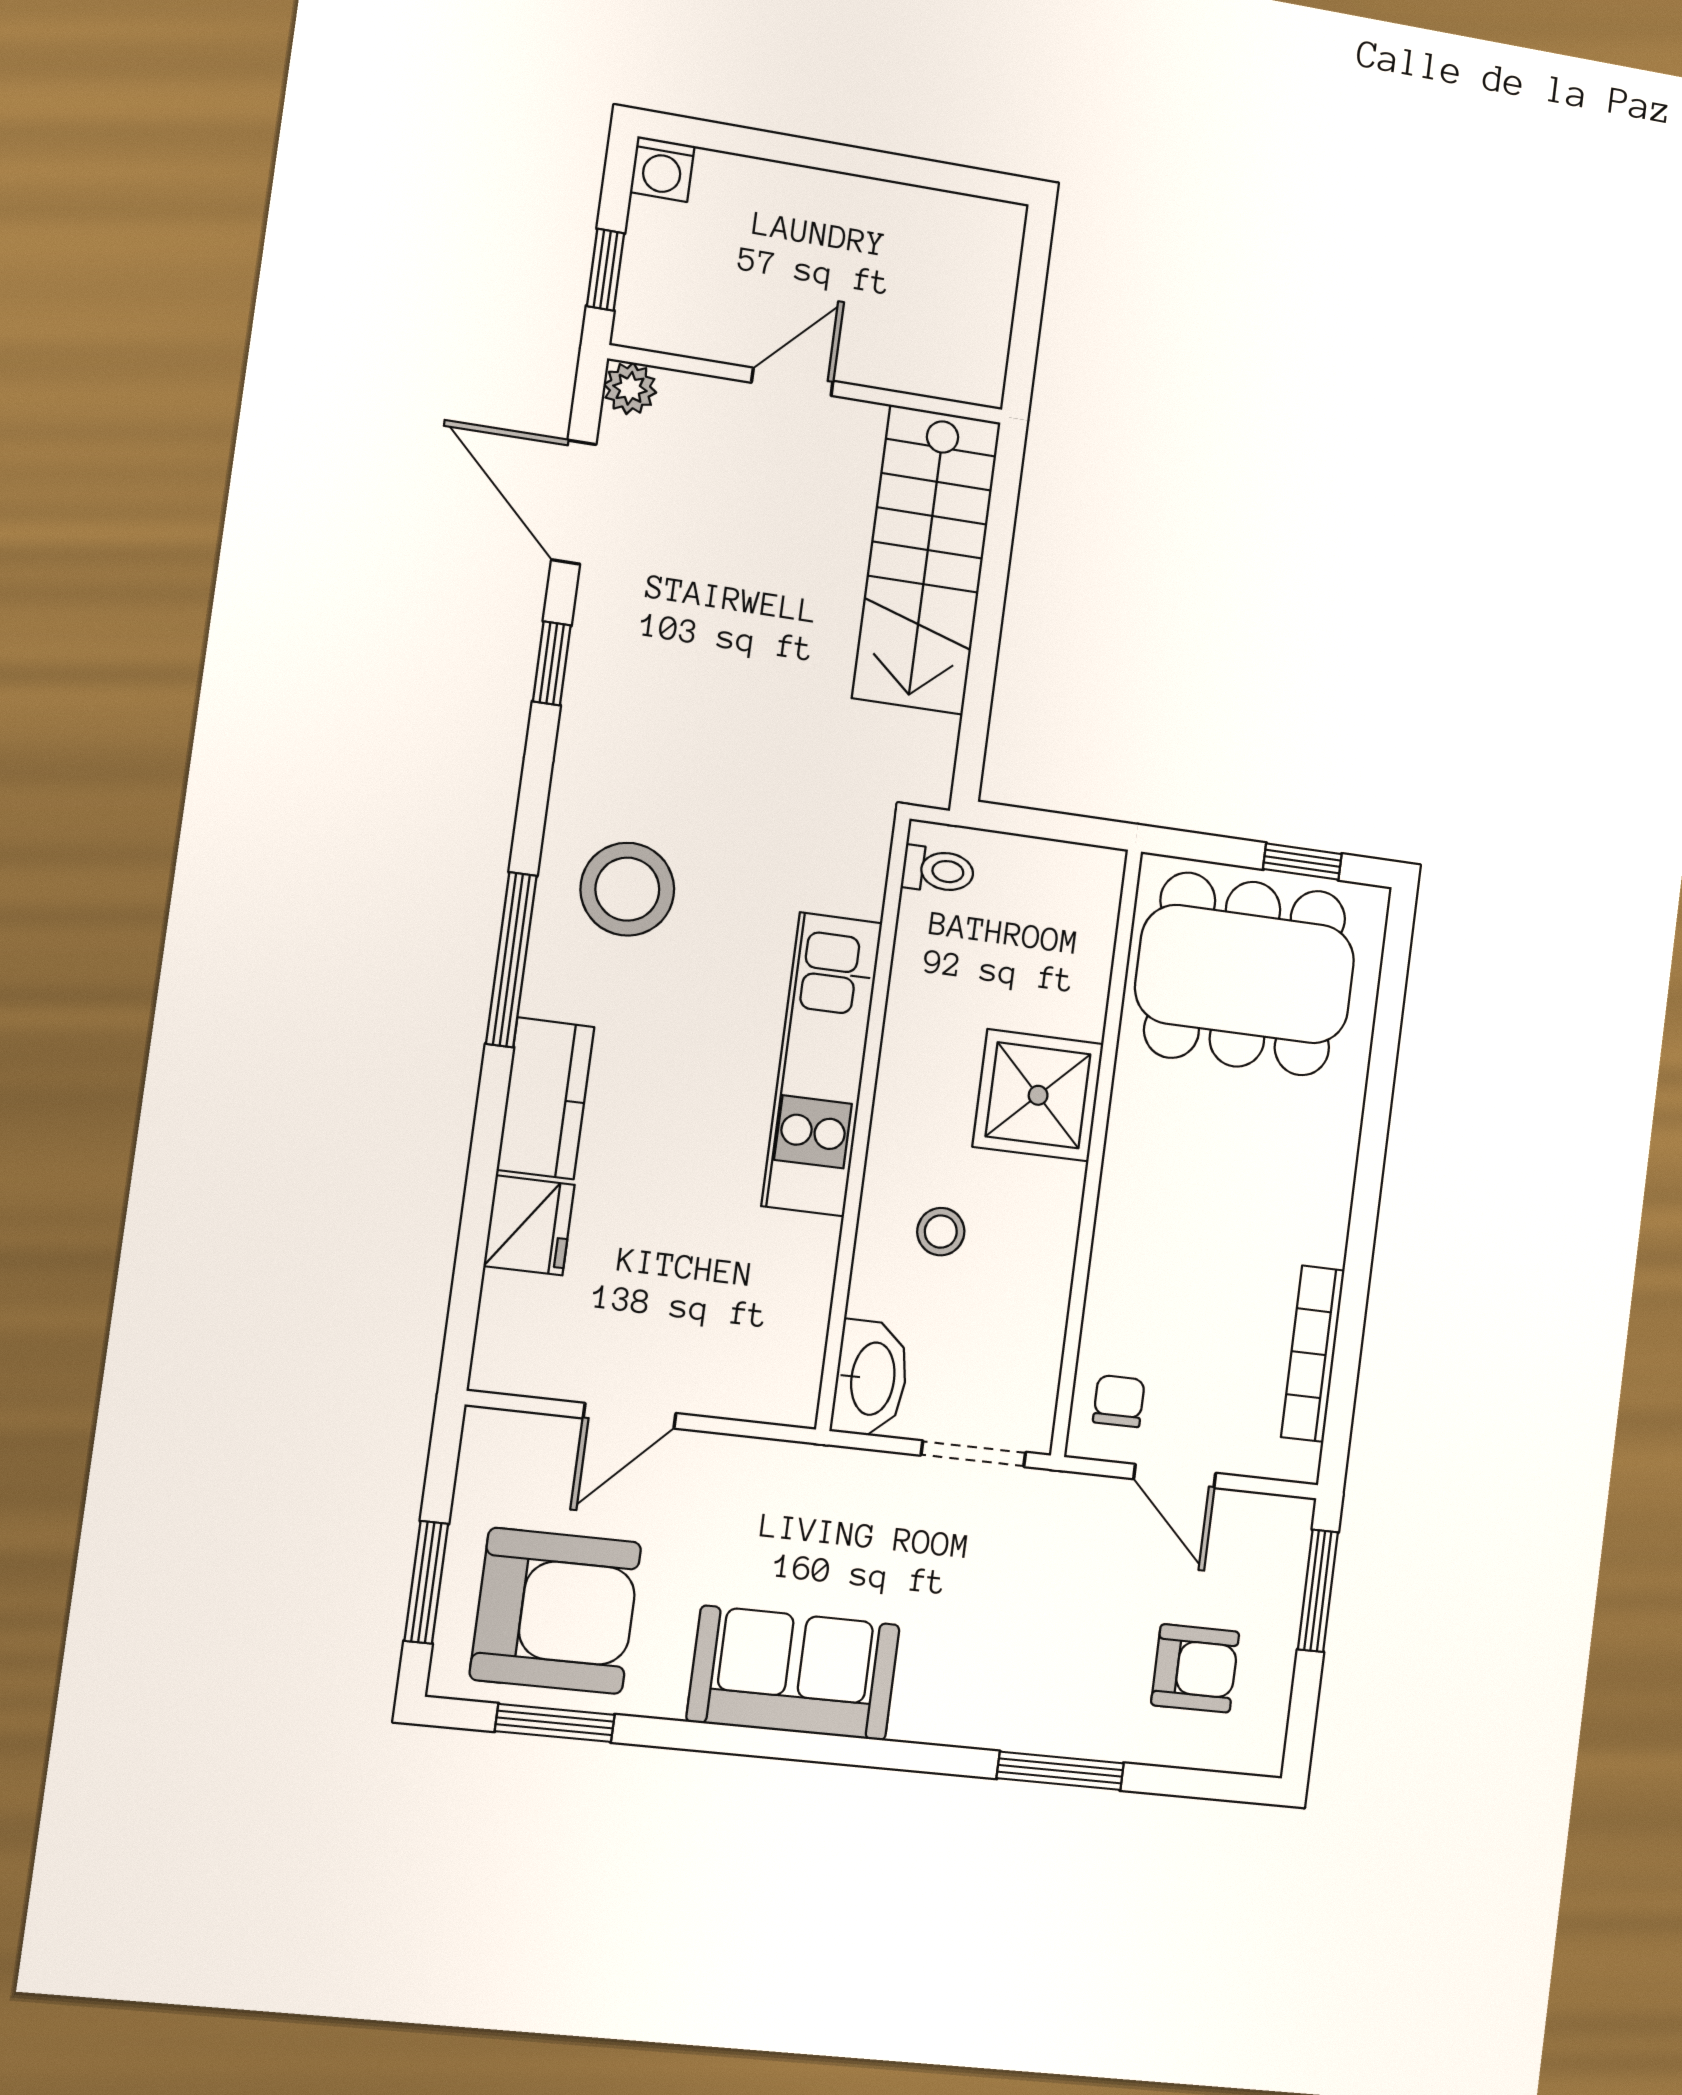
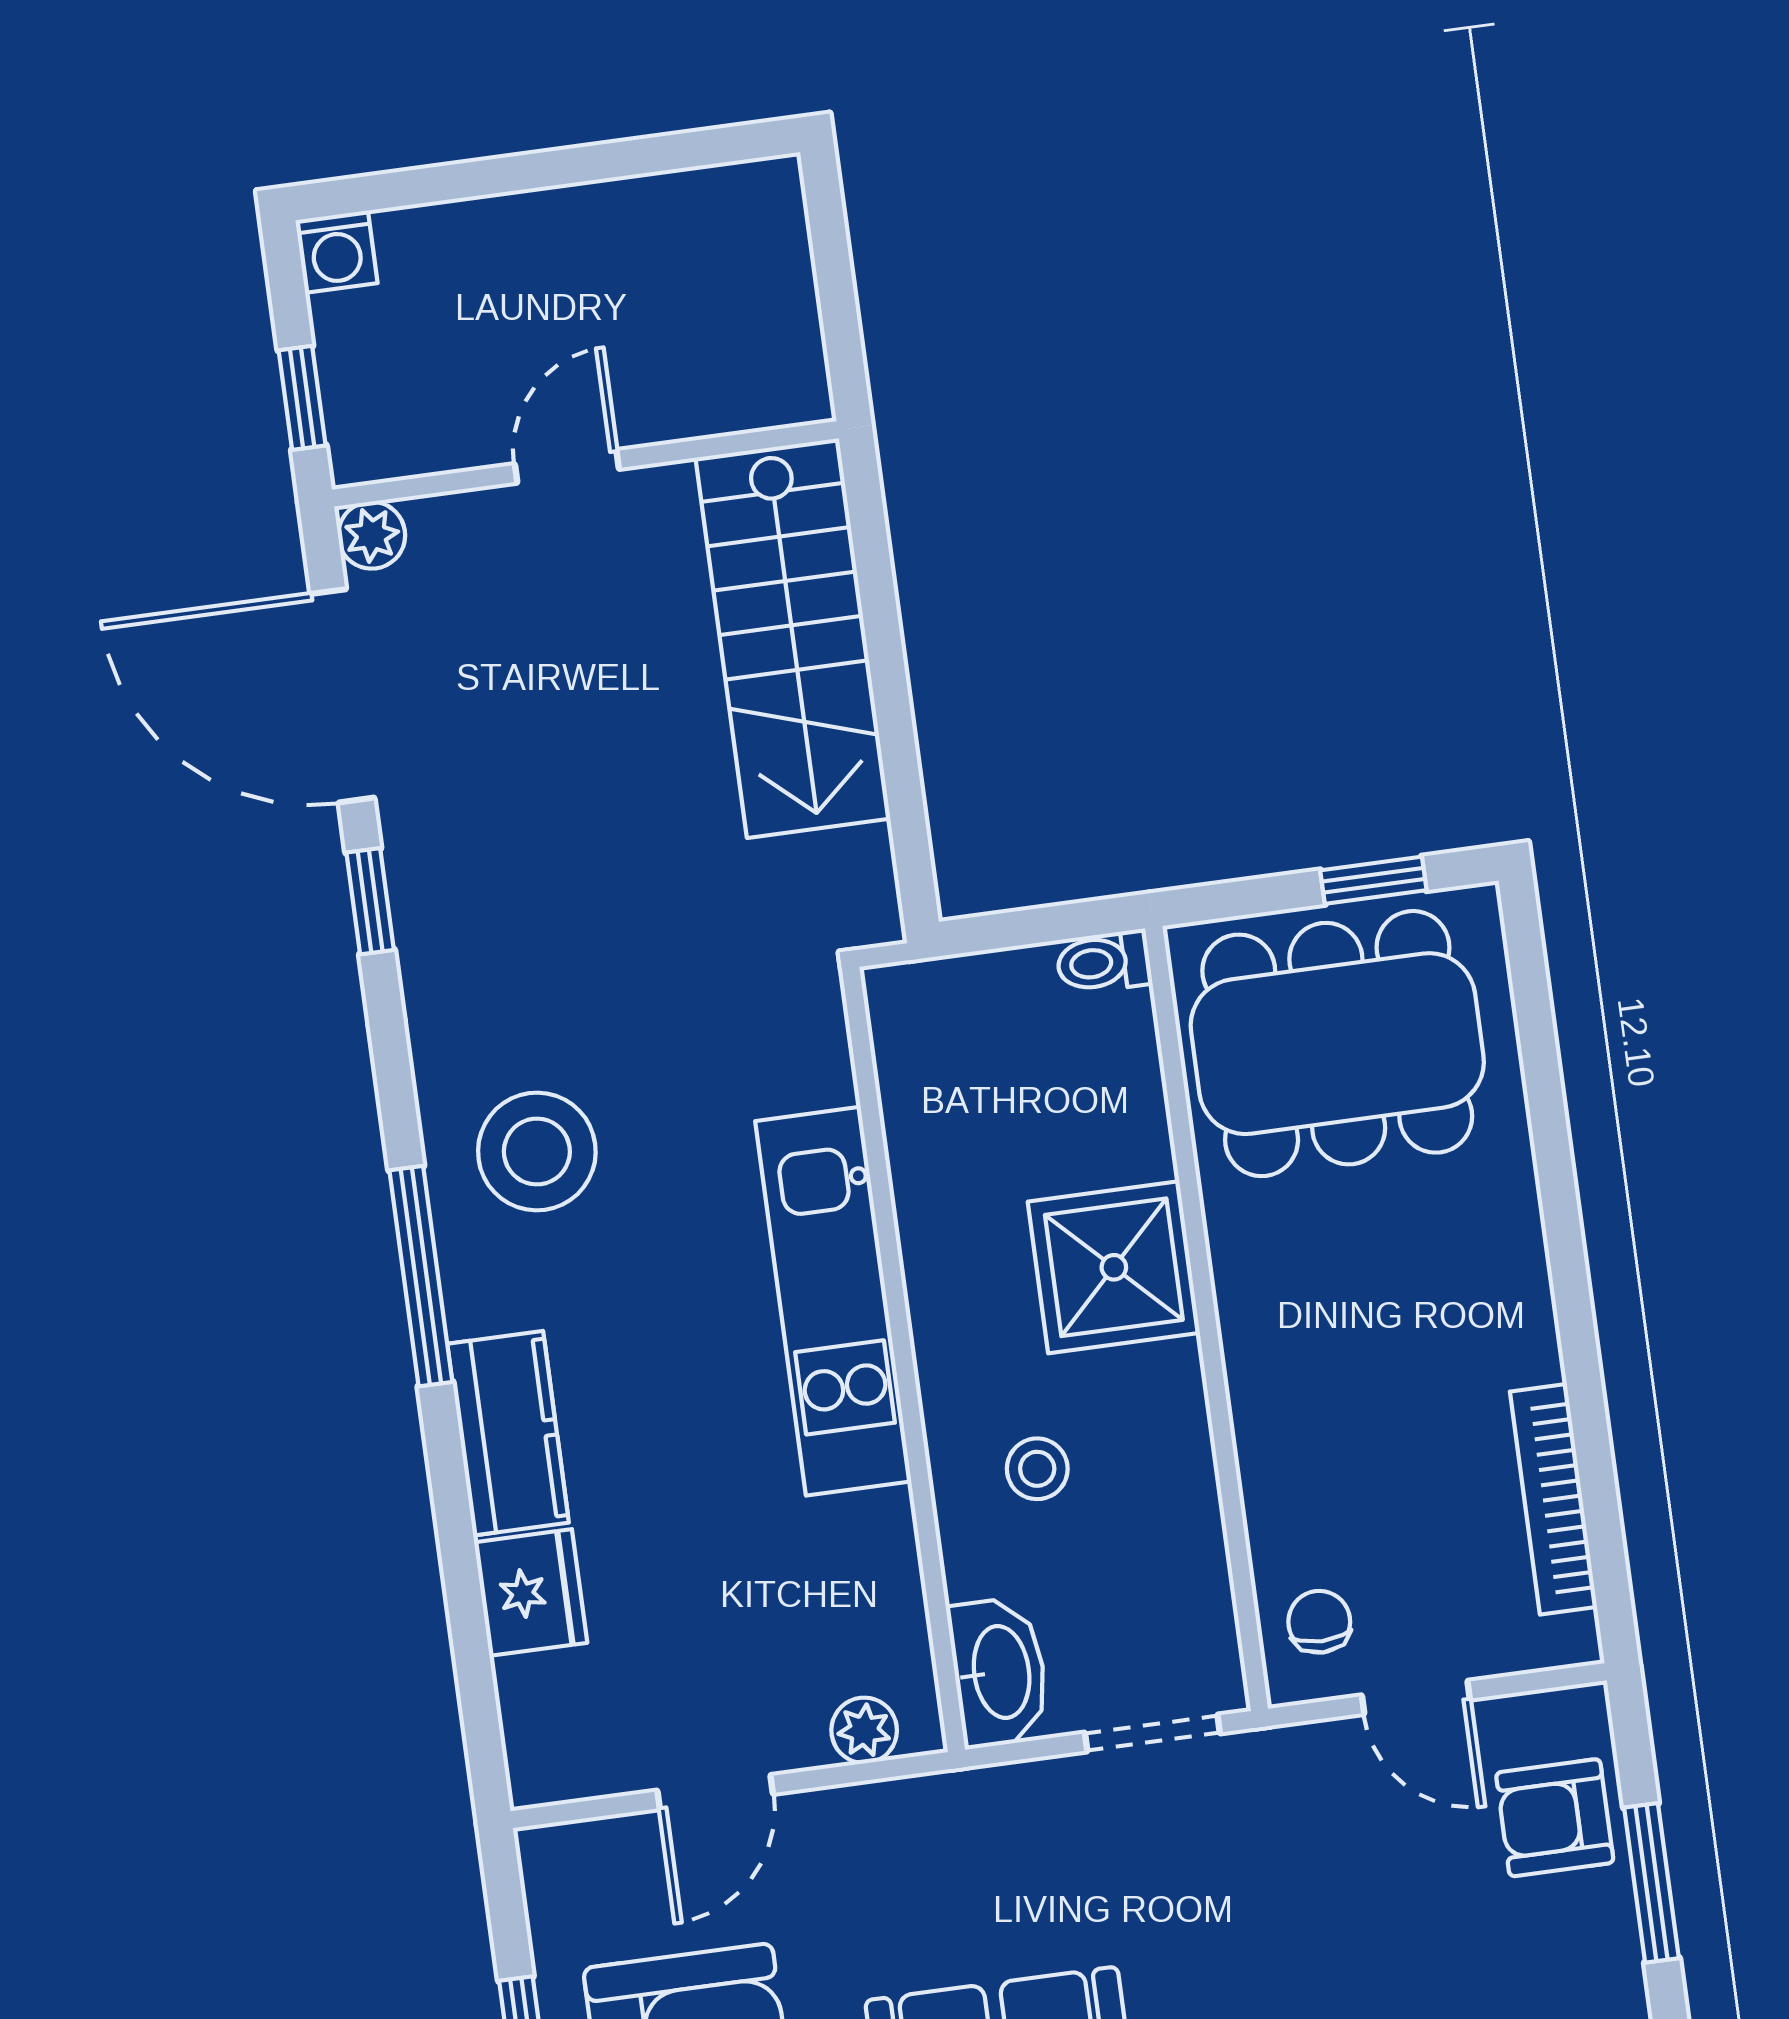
door: (574, 502) -> (342, 696), width x1.36
toilet: (938, 870) -> (1104, 962), moved, turned 180
plant: (757, 1397) -> (864, 1730), added
window: (1318, 1591) -> (1652, 1883), moved
armchair: (1195, 1668) -> (1555, 1818), moved, turned 180

